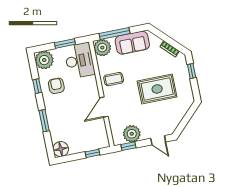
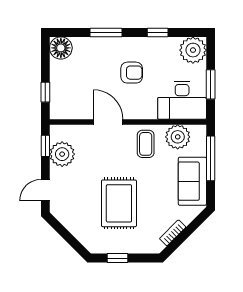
plant: (102, 48) -> (178, 137), moved
window: (192, 71) -> (118, 258), moved
armchair: (56, 86) -> (132, 73), moved

